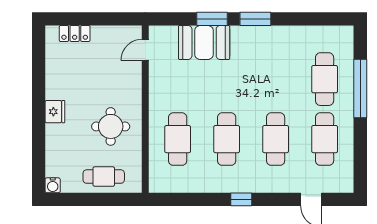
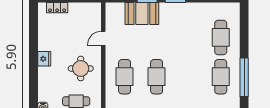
door: (145, 50) -> (103, 38), moved
window: (360, 88) -> (244, 77), moved
cafe table: (276, 139) -> (189, 77), removed

